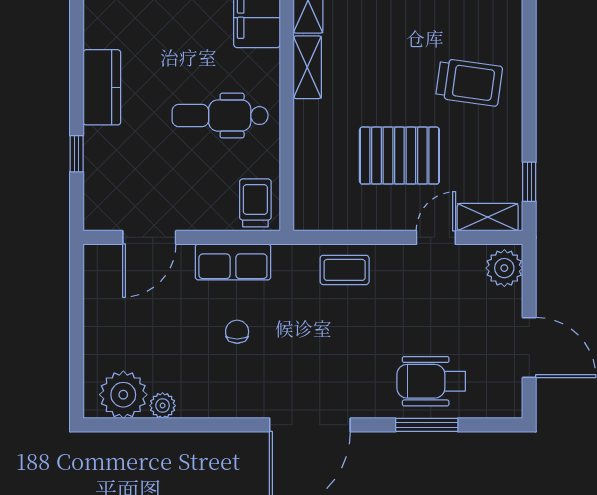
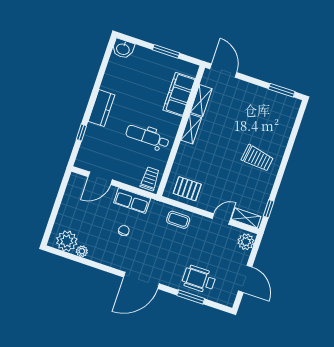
pallet: (399, 156) -> (187, 189), moved, width x0.67, depth x0.71

